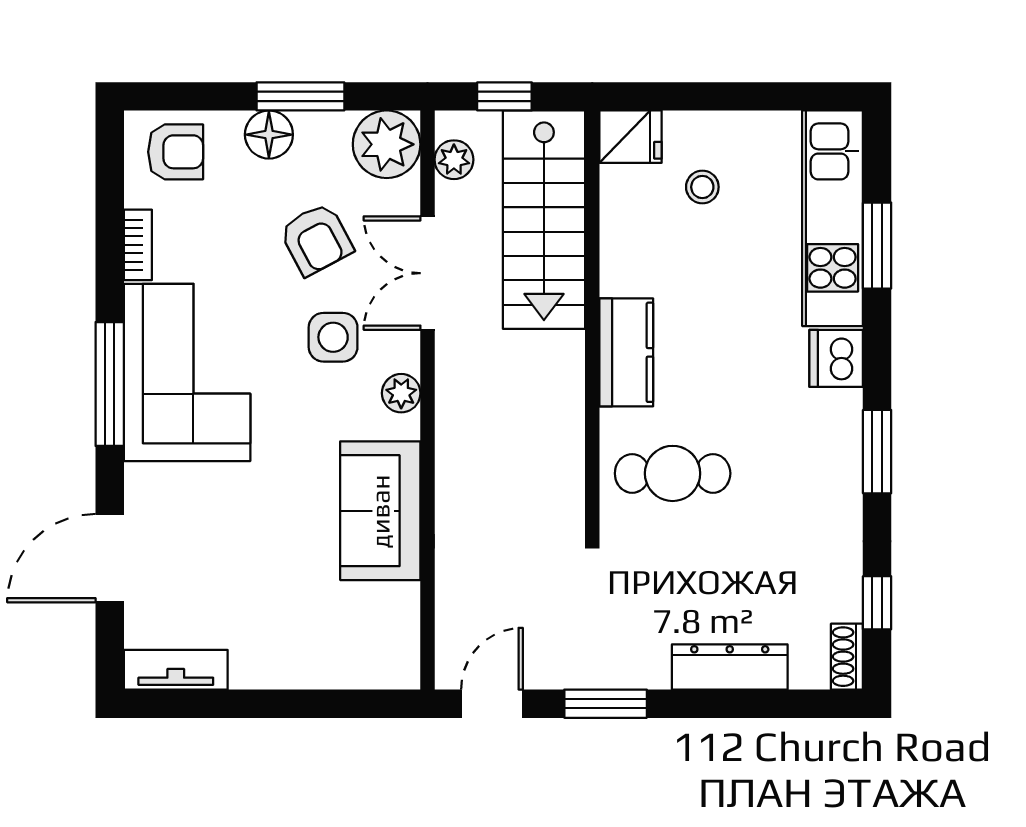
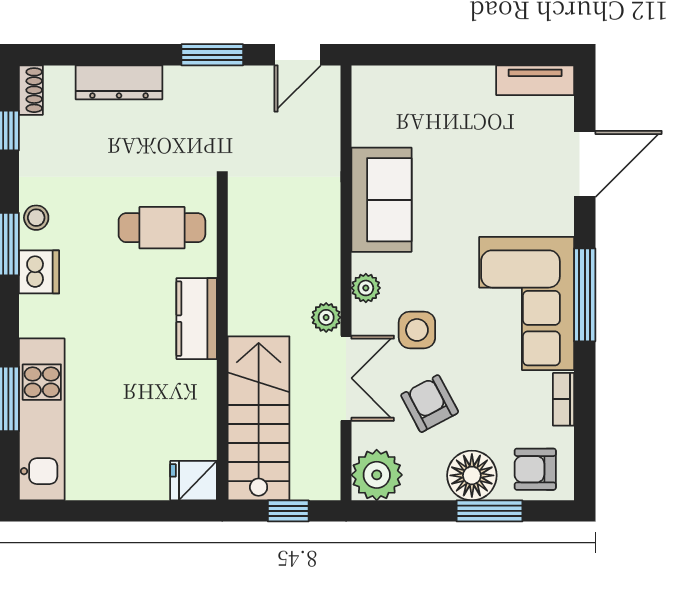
window: (300, 96) -> (490, 511), moved
floor lamp: (269, 135) -> (472, 475), width x1.38, depth x1.38
plant: (454, 160) -> (326, 317), moved
stool: (702, 187) -> (36, 218), moved
dishwasher: (836, 358) -> (39, 272), moved

